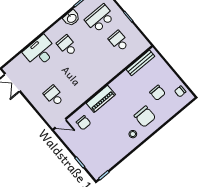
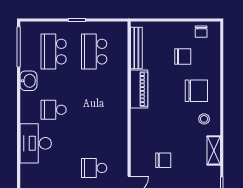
school desk: (119, 41) -> (94, 52), width x1.85
piano: (101, 99) -> (139, 89), moved
chair: (83, 123) -> (163, 160), moved
shelving: (120, 154) -> (214, 150), added

